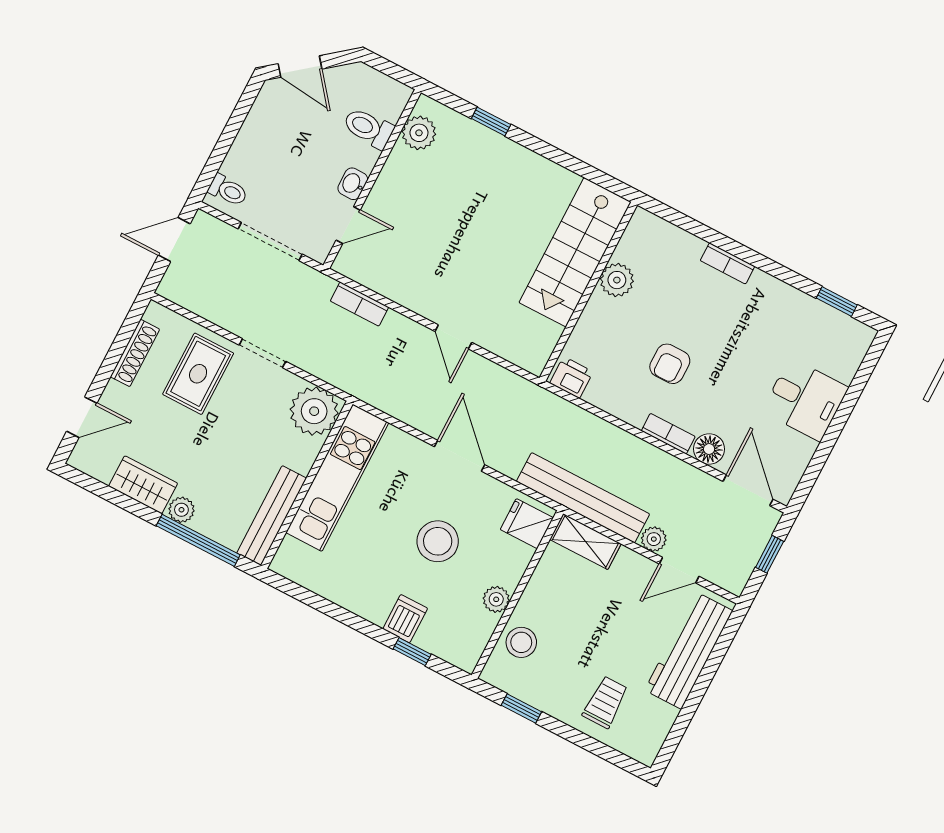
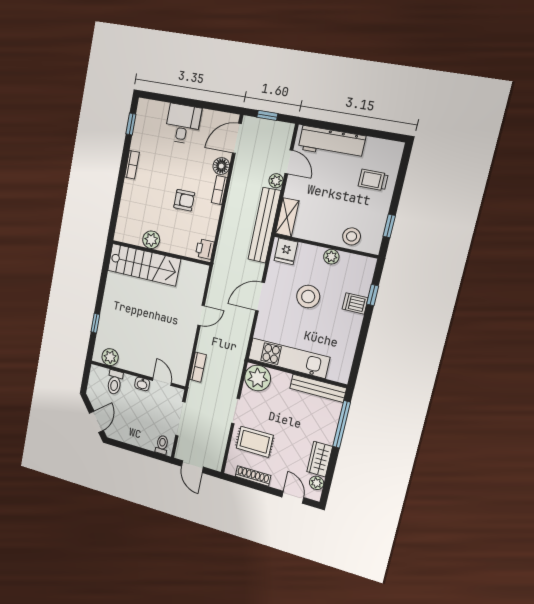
bookcase: (728, 263) -> (132, 165), moved
plant: (181, 510) -> (317, 483), moved

